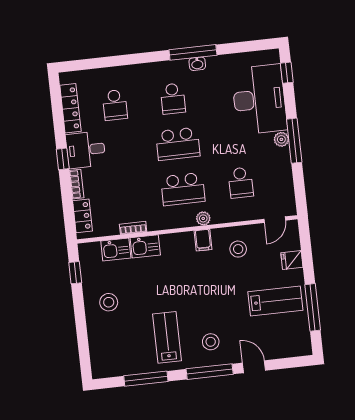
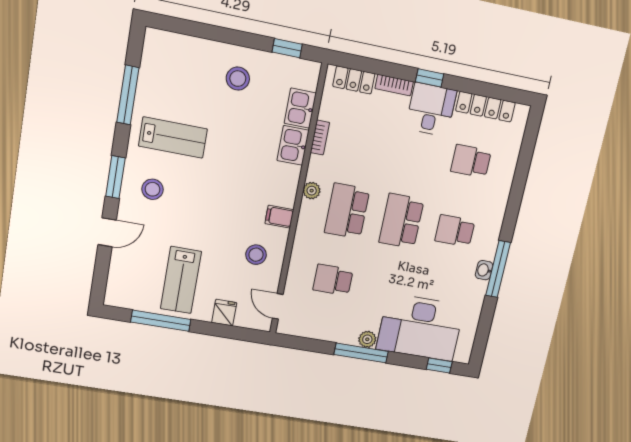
plant: (203, 218) -> (312, 191), moved
window: (210, 372) -> (115, 177), width x0.69

